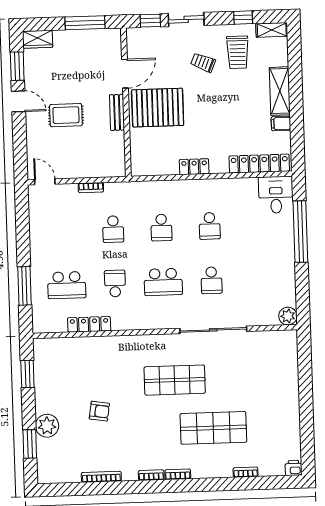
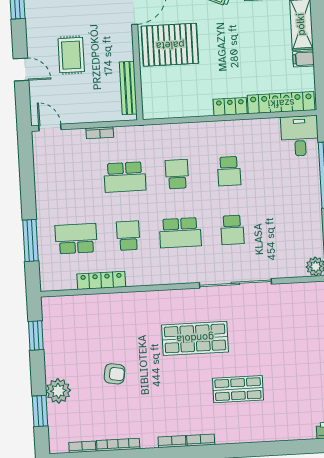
door: (18, 101) -> (21, 70), moved
bench: (117, 112) -> (128, 88), moved, width x1.36
rug: (66, 115) -> (71, 55), turned 90
locker: (194, 167) -> (230, 107), moved
school desk: (161, 228) -> (177, 174), turned 180
school desk: (113, 229) -> (125, 177), width x1.85
school desk: (67, 285) -> (76, 239), turned 180
shop shelf: (213, 428) -> (238, 389), width x0.70, depth x0.74
bookcase: (246, 472) -> (82, 447), moved

